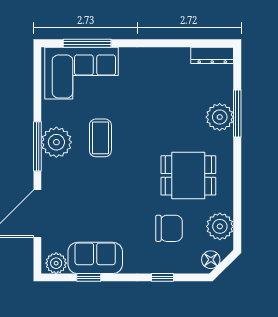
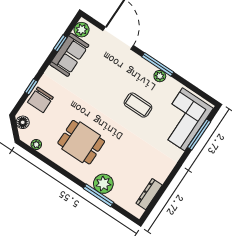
dresser: (212, 55) -> (149, 194), moved
plant: (56, 142) -> (160, 76), width x0.53, depth x0.53
dining table: (188, 175) -> (81, 142), turned 90
plant: (220, 226) -> (36, 145), width x0.53, depth x0.53
chair: (169, 228) -> (40, 100), moved

